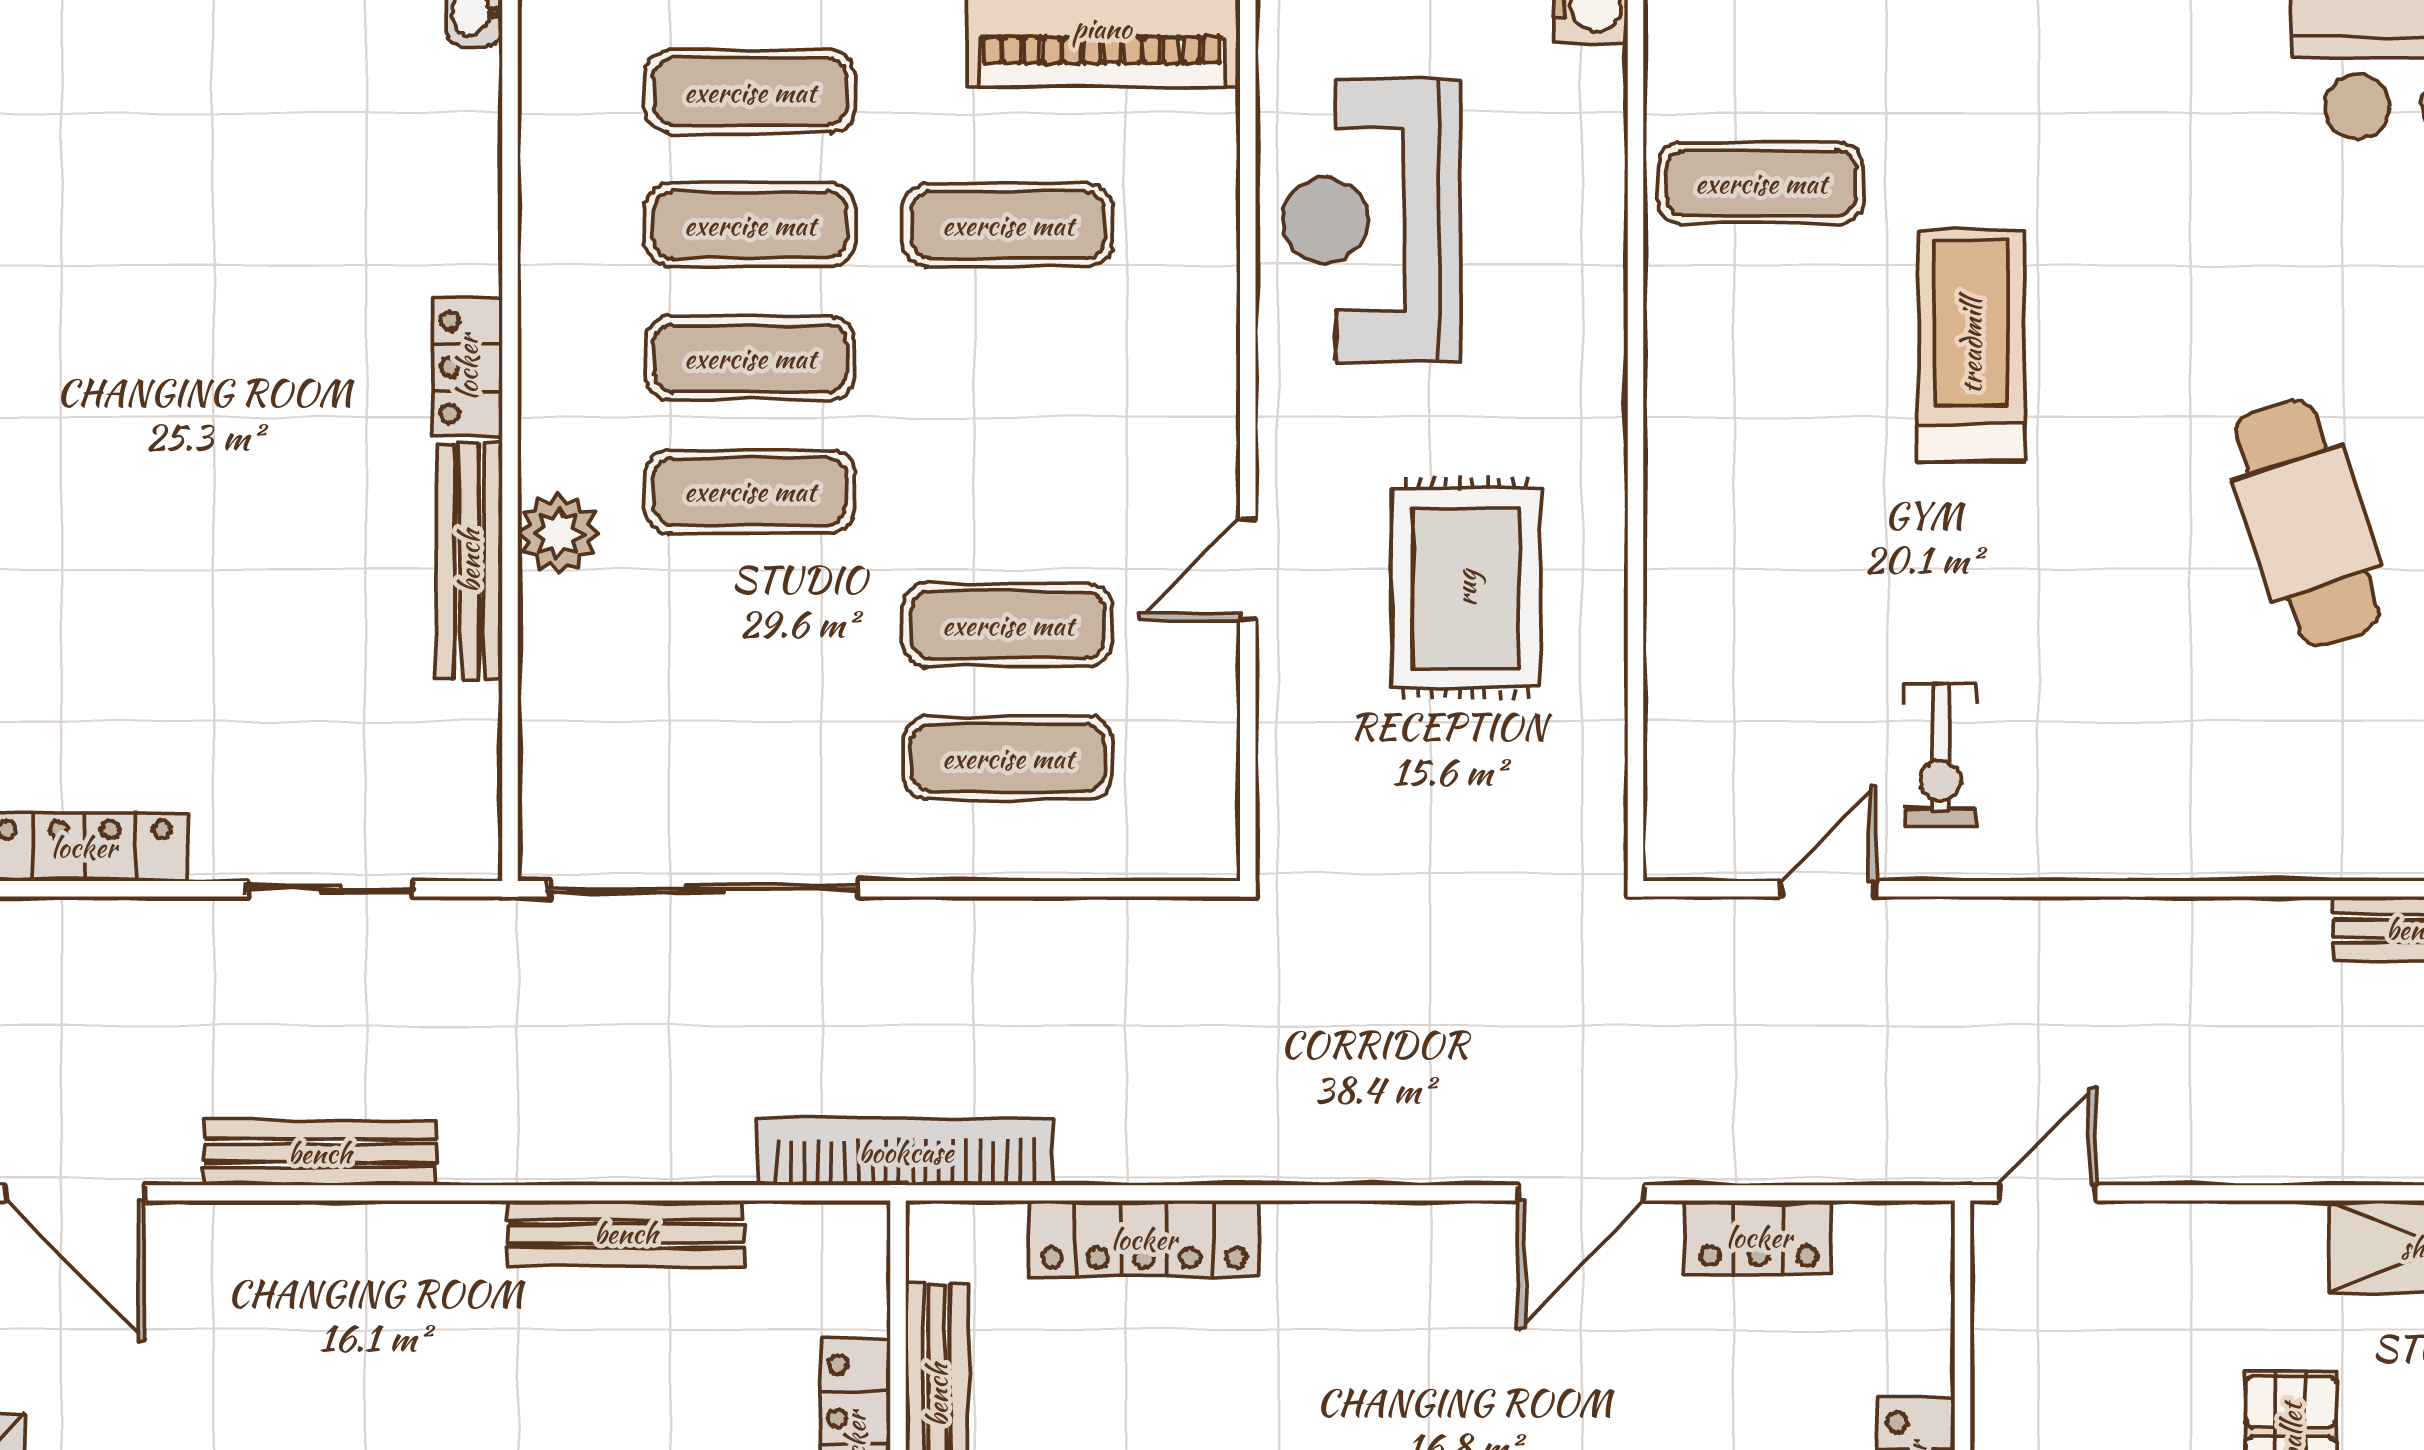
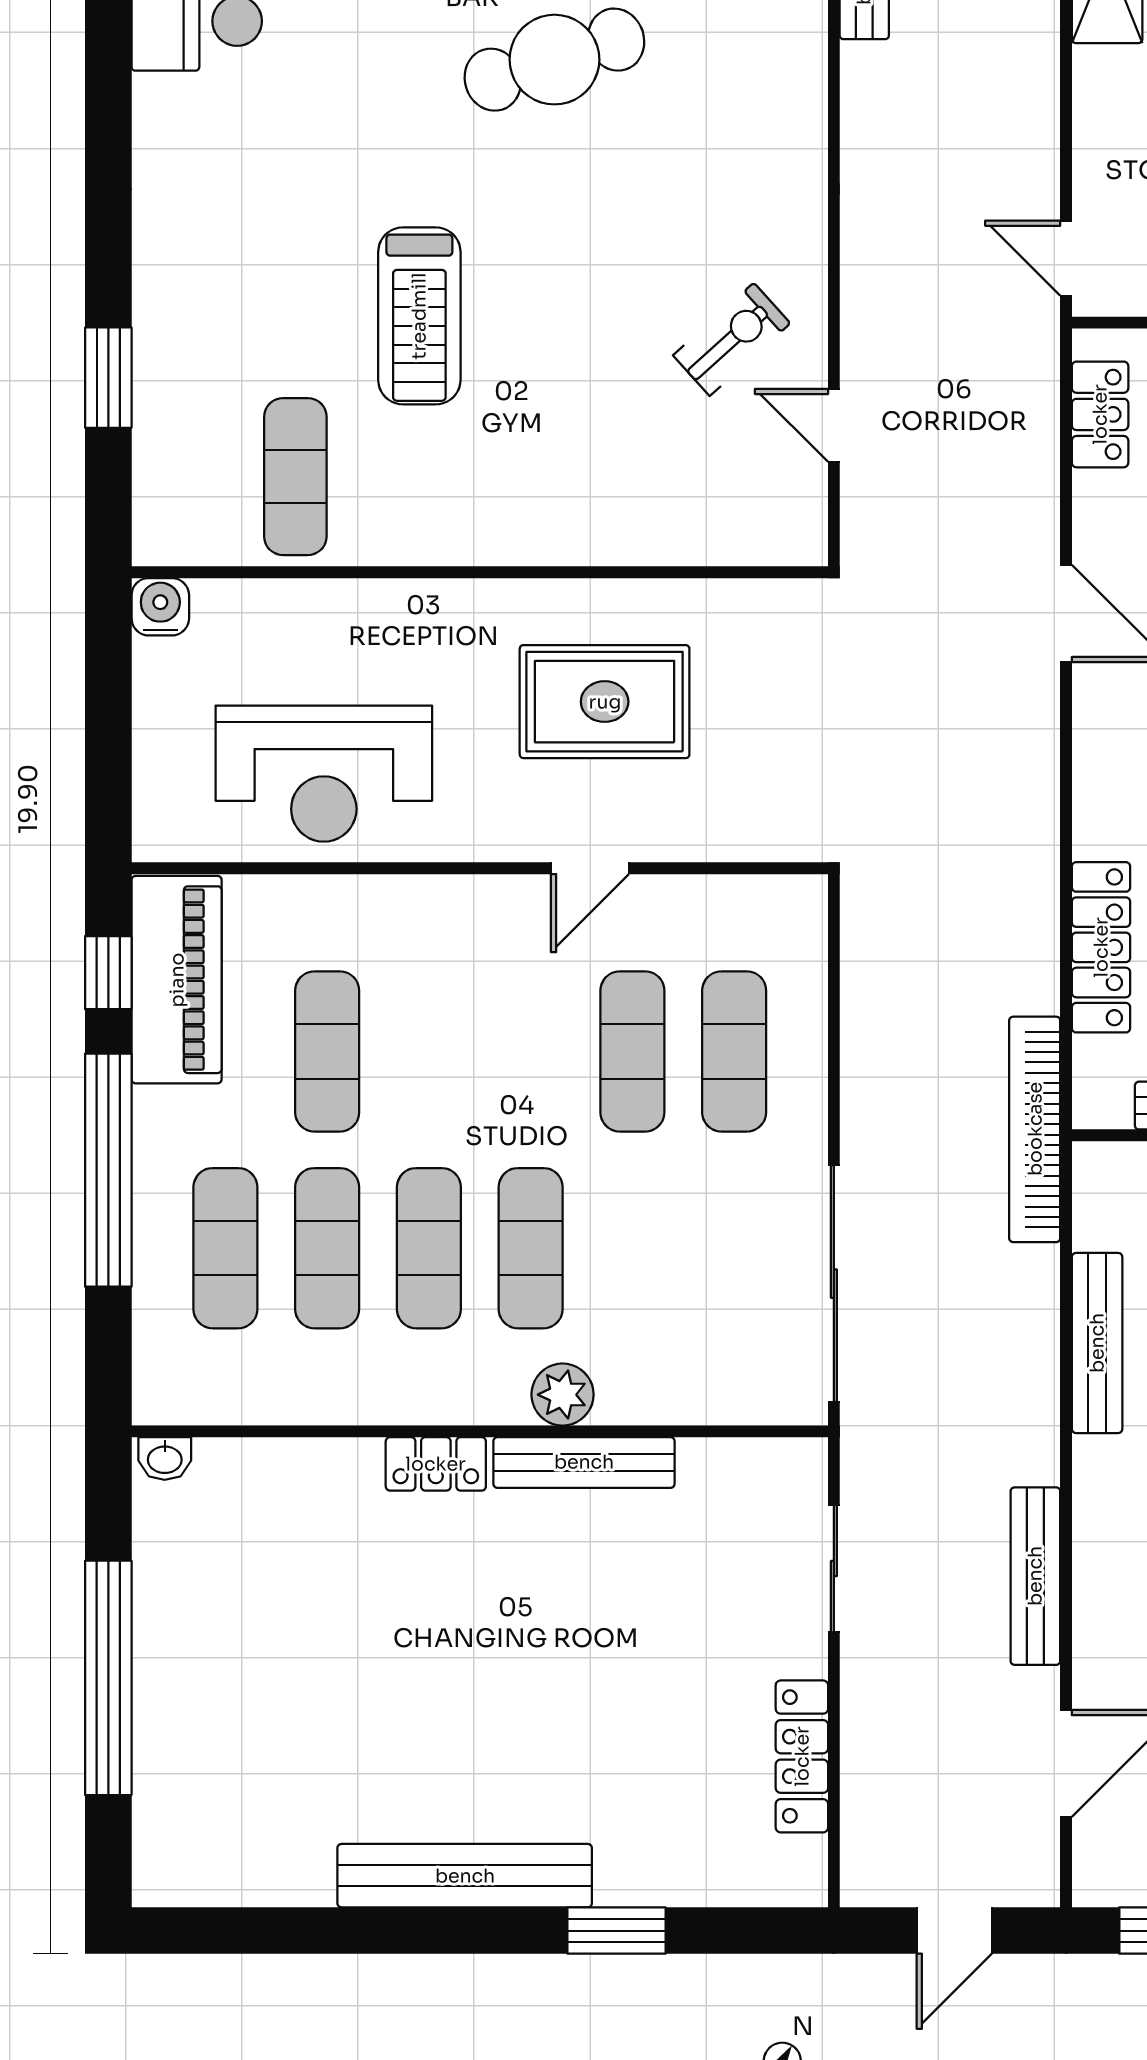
treadmill: (1971, 346) -> (419, 316), turned -90
door: (1248, 569) -> (590, 868), hinge flipped
exercise bike: (1941, 755) -> (732, 339), turned -42
locker: (1759, 1237) -> (1100, 414), moved

